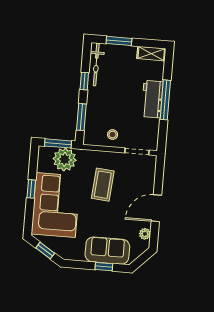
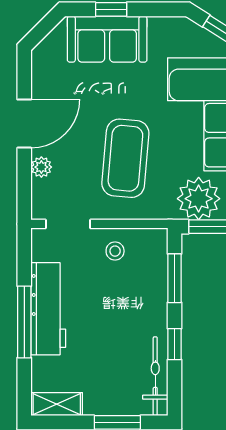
workbench: (152, 99) -> (48, 309), width x1.38
coffee table: (103, 185) -> (125, 158), width x1.36, depth x1.32
plant: (145, 234) -> (41, 167), moved

